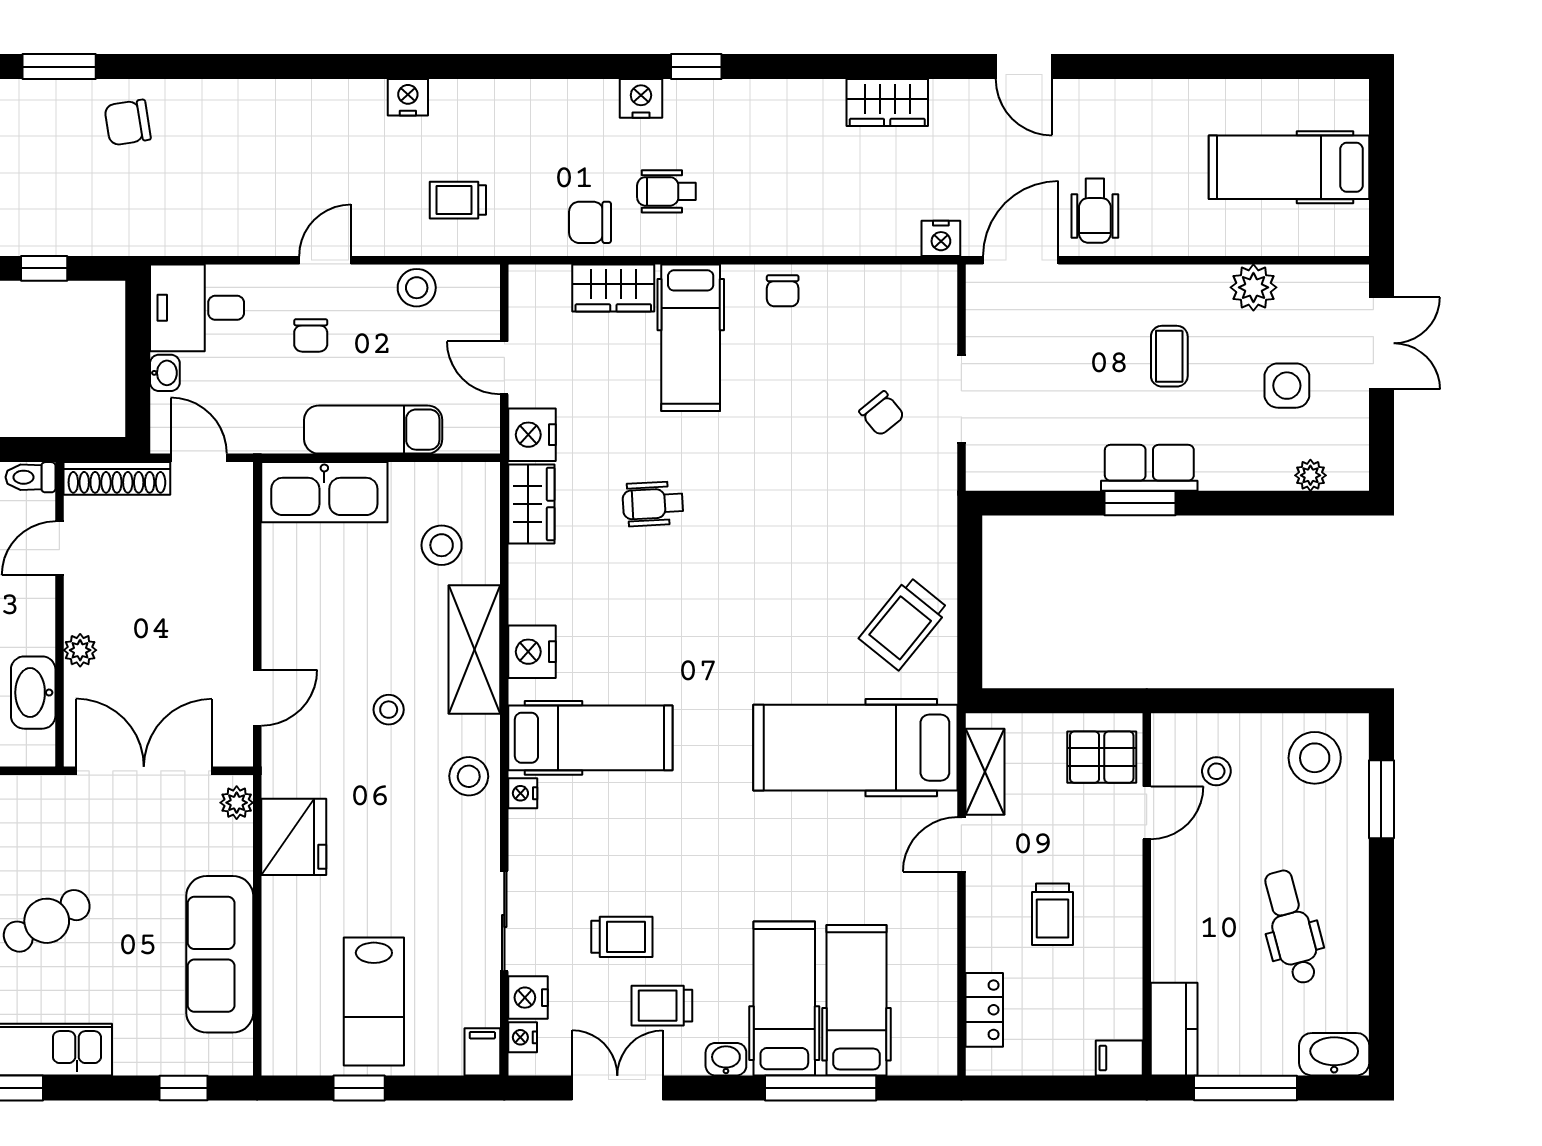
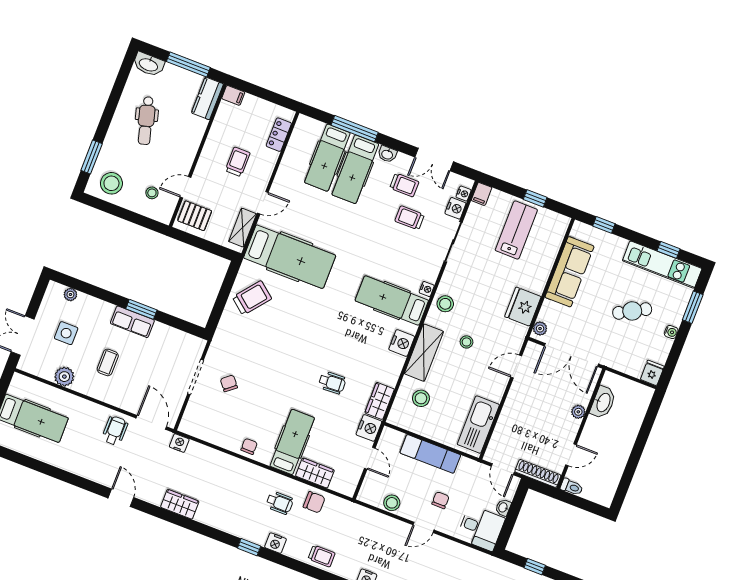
trolley: (458, 200) -> (322, 556), moved
door: (1021, 260) -> (151, 422), swing flipped
kitchen sink: (324, 492) -> (478, 425), moved, turned -90

